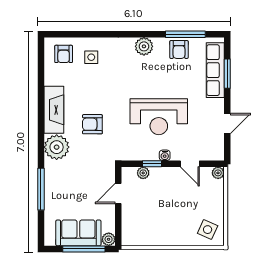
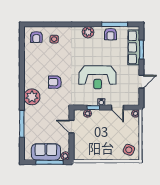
fireplace: (54, 110) -> (30, 73), removed
door: (118, 194) -> (72, 127), hinge flipped

